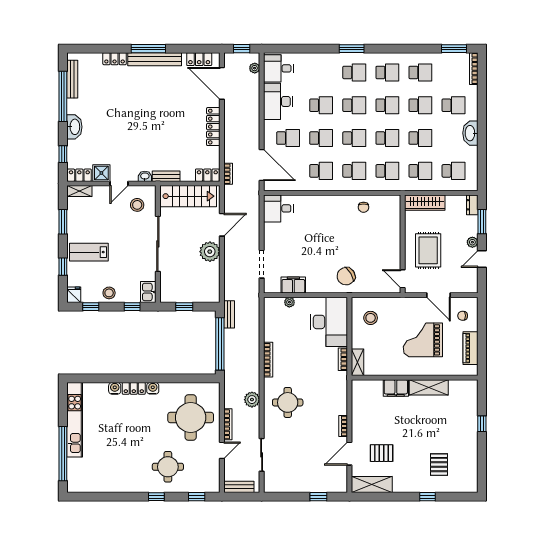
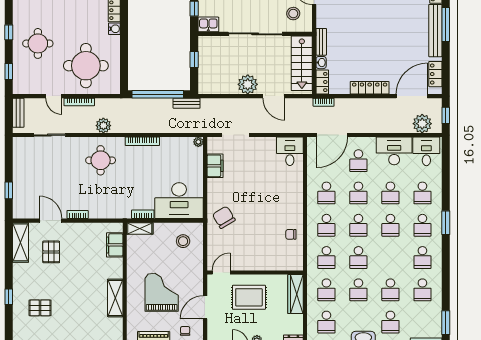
plant: (255, 68) -> (422, 124), width x1.88, depth x1.88
school desk: (387, 105) -> (422, 193), moved
washbasin: (145, 176) -> (321, 63), moved
plant: (289, 302) -> (198, 142), moved
filing cabinet: (396, 388) -> (115, 245), moved

